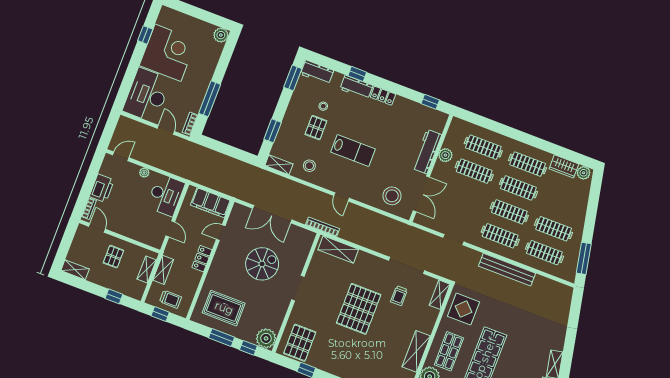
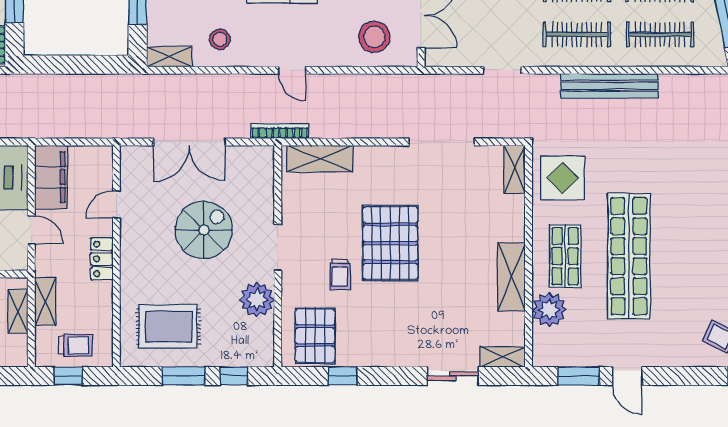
filing cabinet: (211, 203) -> (51, 177), moved, turned -90
trolley: (399, 296) -> (340, 274), moved
plant: (266, 338) -> (257, 300), moved

